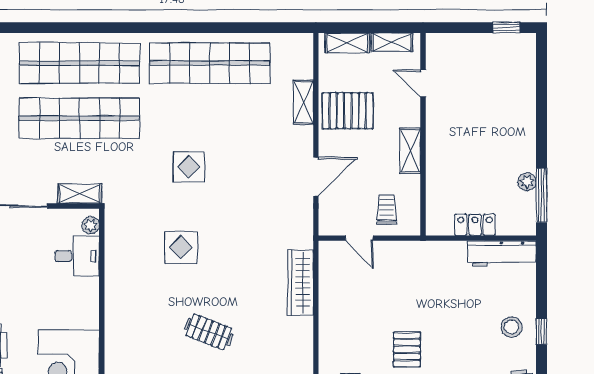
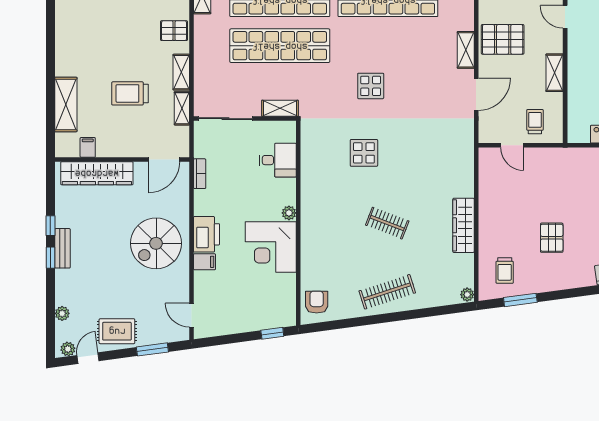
shelving: (303, 102) -> (466, 50), moved
plant: (91, 225) -> (289, 213), moved
wardrobe: (301, 283) -> (464, 225), moved

